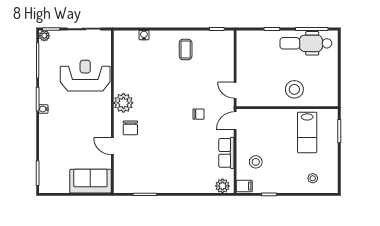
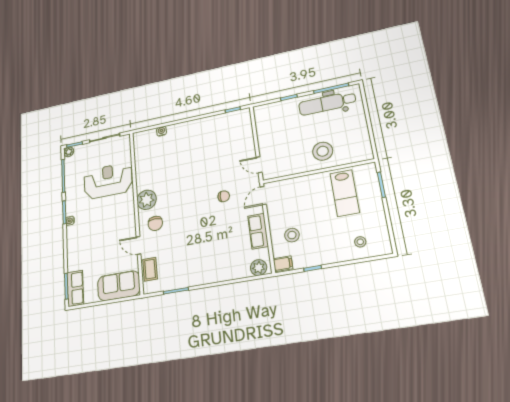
coffee table: (186, 49) -> (150, 269), moved
row of seats: (47, 177) -> (75, 288), added

